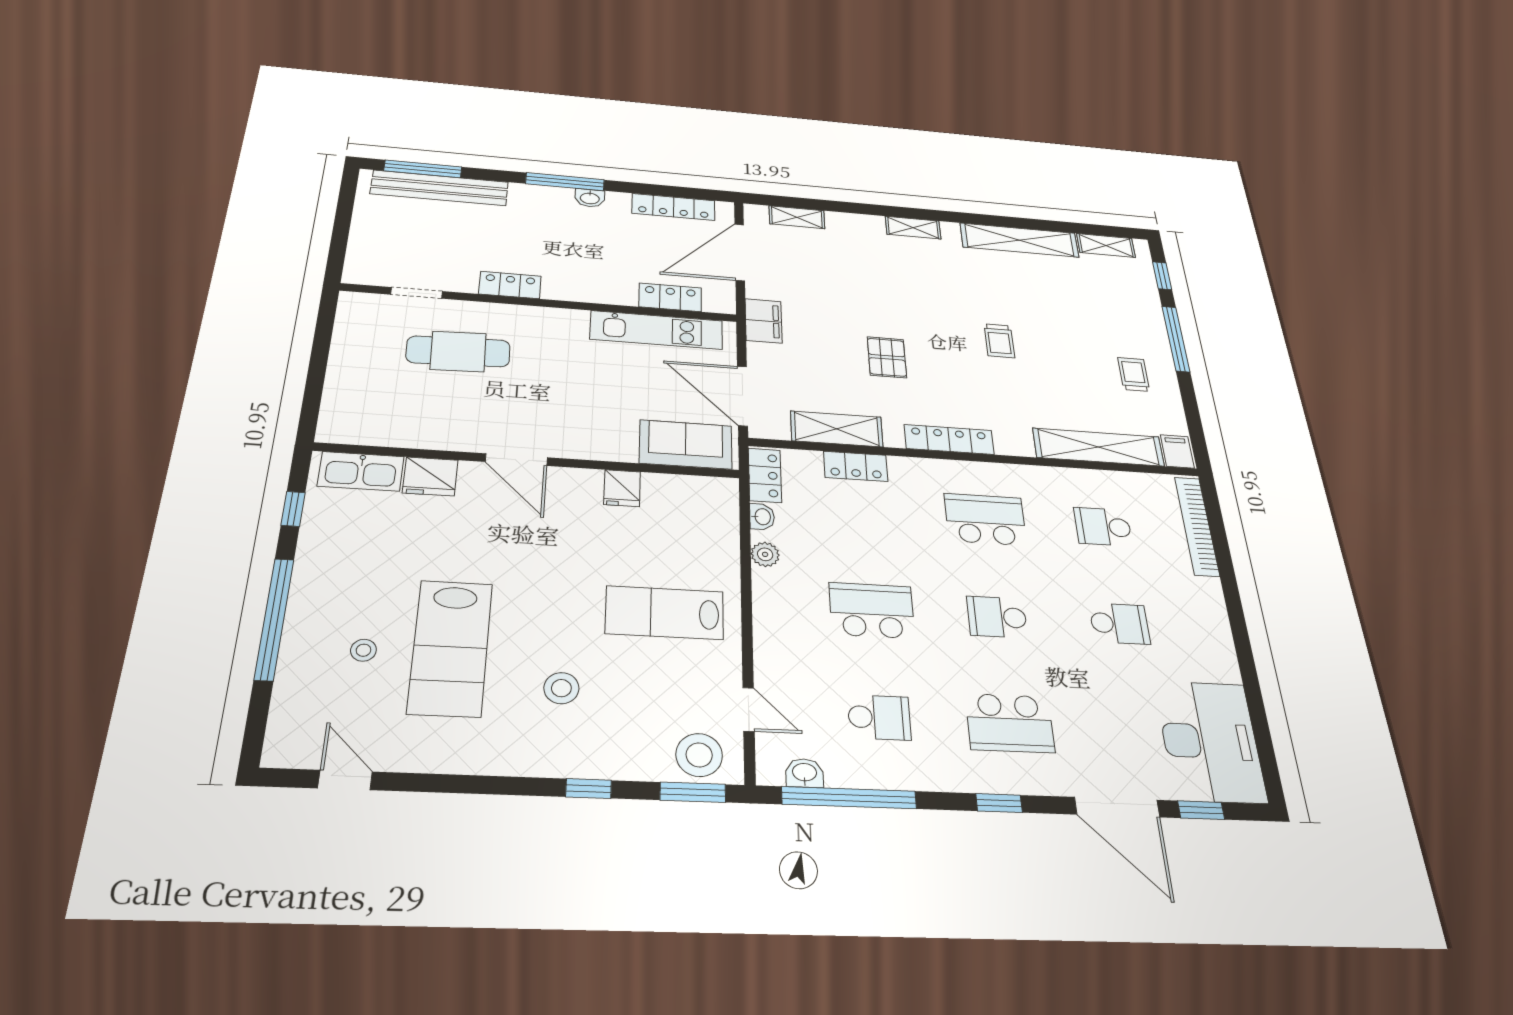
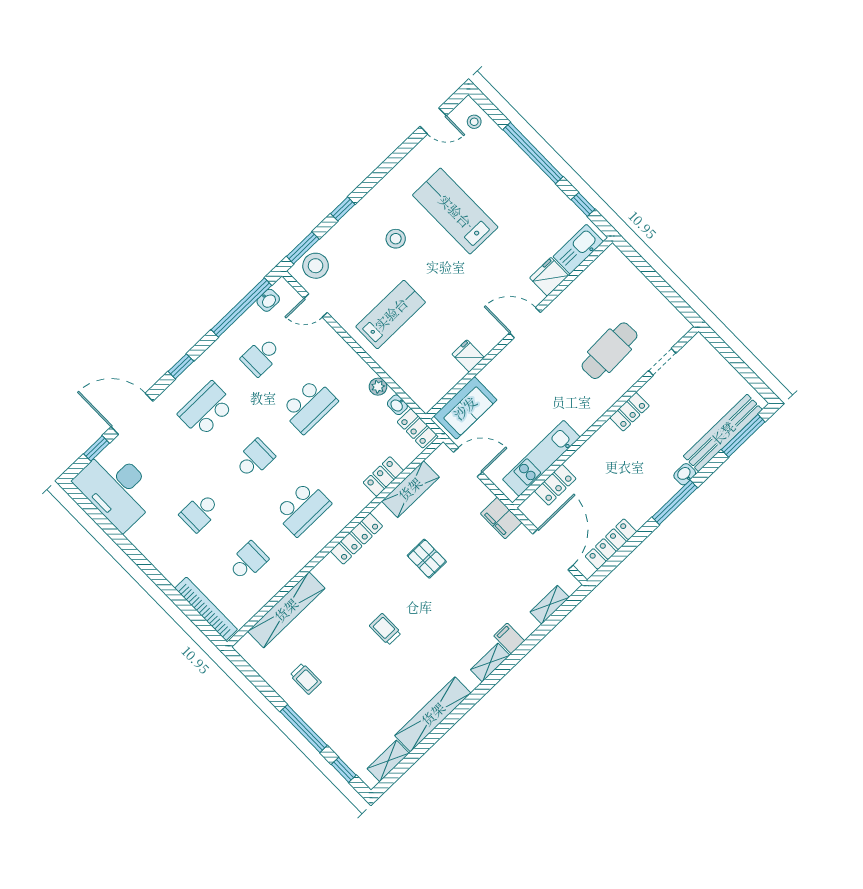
washbasin: (590, 198) -> (685, 474), moved
door: (742, 396) -> (468, 462), width x0.73
filing cabinet: (1177, 451) -> (509, 638), moved, turned 180
stool: (363, 650) -> (474, 122), moved

